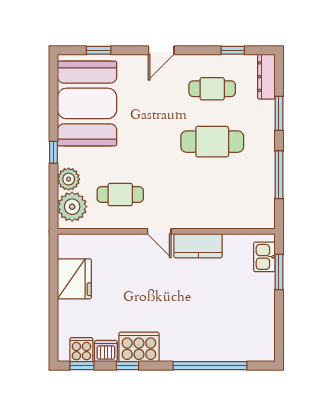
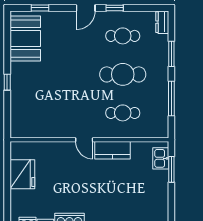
window: (233, 50) -> (115, 8), moved
dresser: (266, 77) -> (162, 22), width x0.70
booth: (87, 103) -> (25, 38), width x0.73, depth x0.70
plant: (69, 179) -> (18, 102), removed
cafe table: (120, 195) -> (123, 113), moved
plant: (72, 207) -> (21, 122), removed

